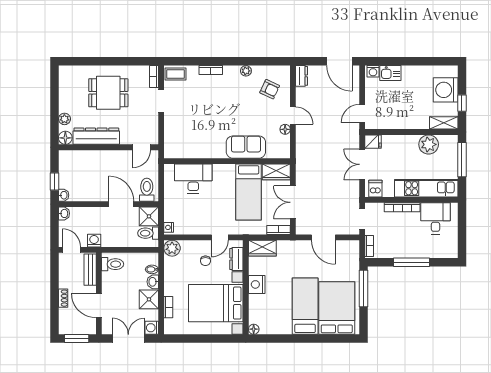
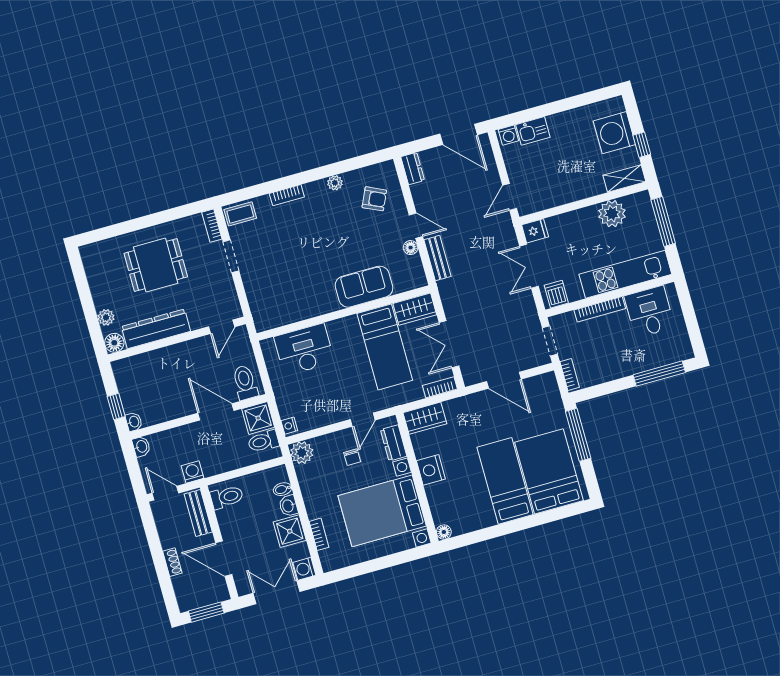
bench: (301, 142) -> (438, 258), added
window: (411, 262) -> (659, 374), moved

